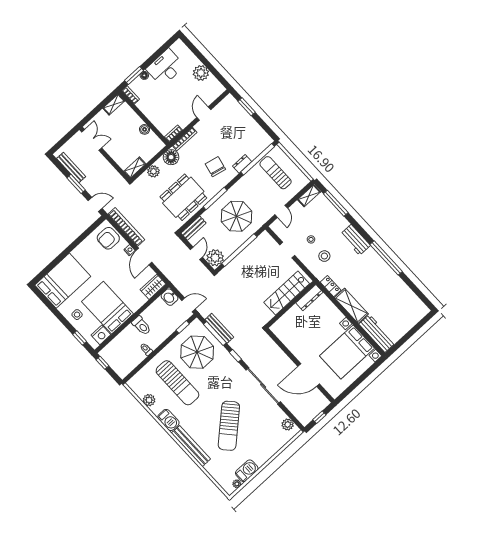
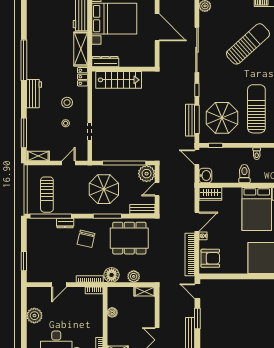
stairs: (287, 293) -> (119, 80), moved
dresser: (309, 298) -> (105, 62), moved
wall: (291, 305) -> (123, 69), moved

